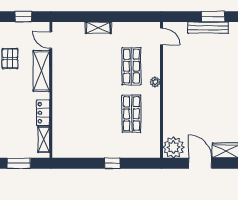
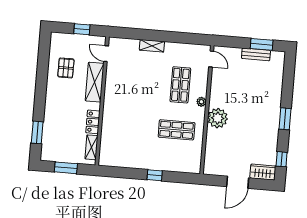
bench: (208, 28) -> (256, 54), width x0.73
shop shelf: (131, 114) -> (177, 130), turned 90
plant: (174, 147) -> (218, 118), moved
door: (200, 163) -> (238, 182), swing flipped

